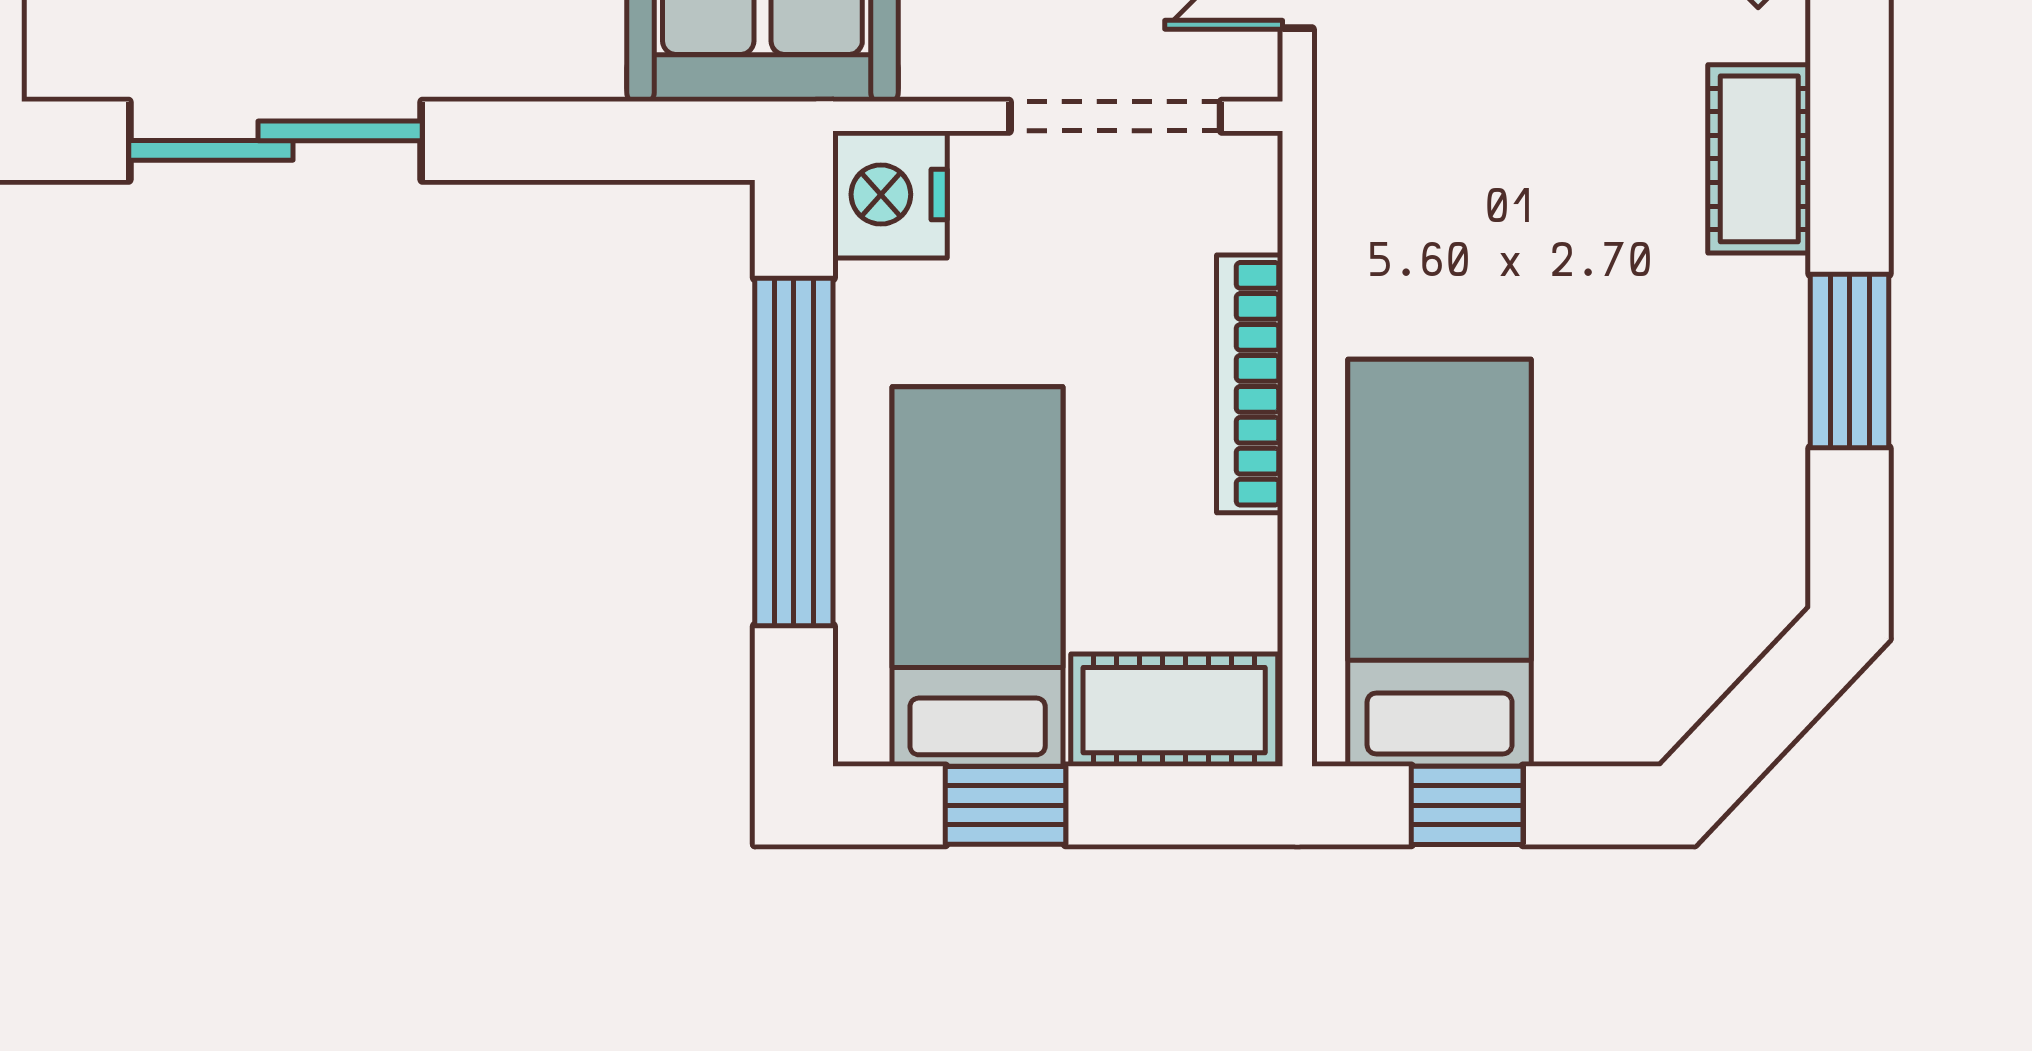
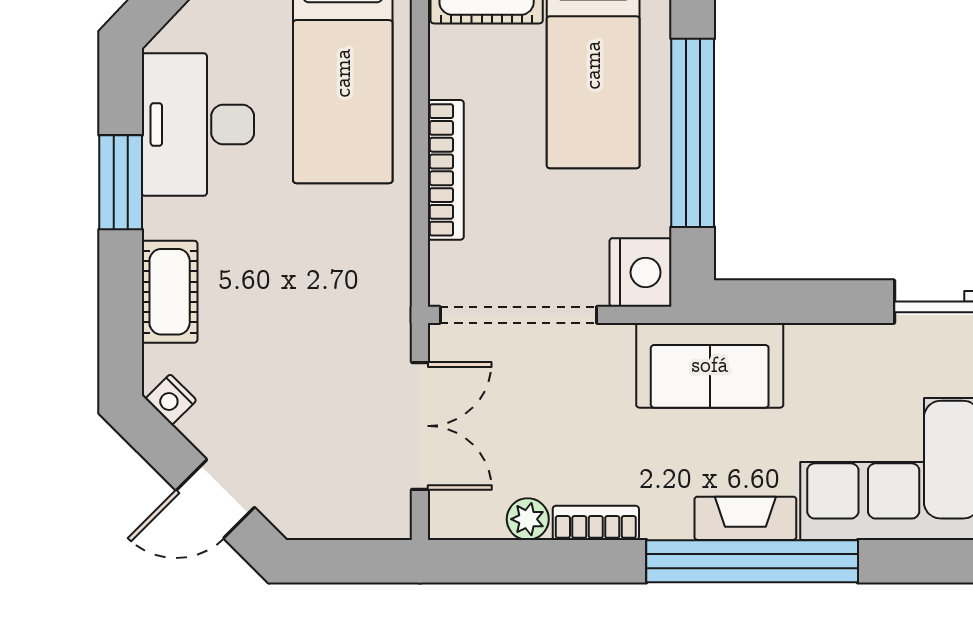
doorway: (1115, 116) -> (518, 315), width x1.36
desk: (1707, 468) -> (198, 124), added

